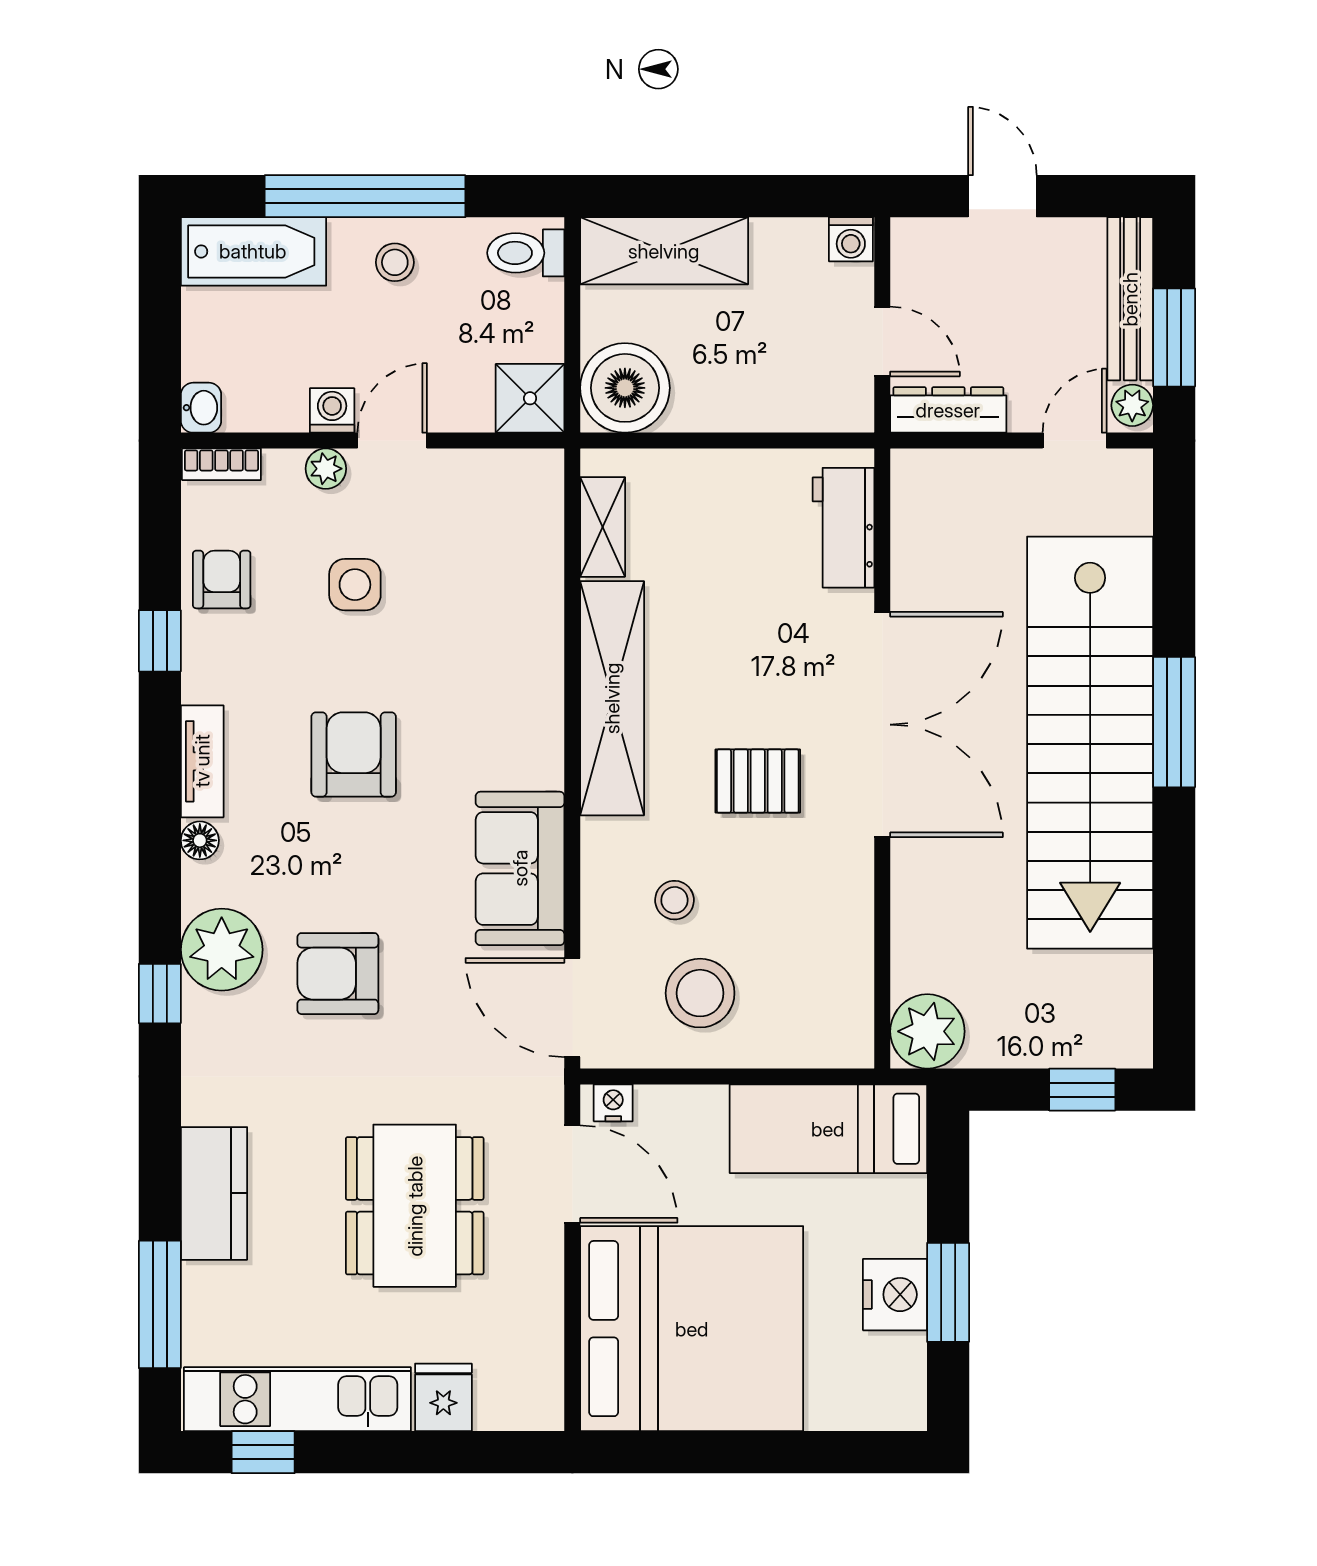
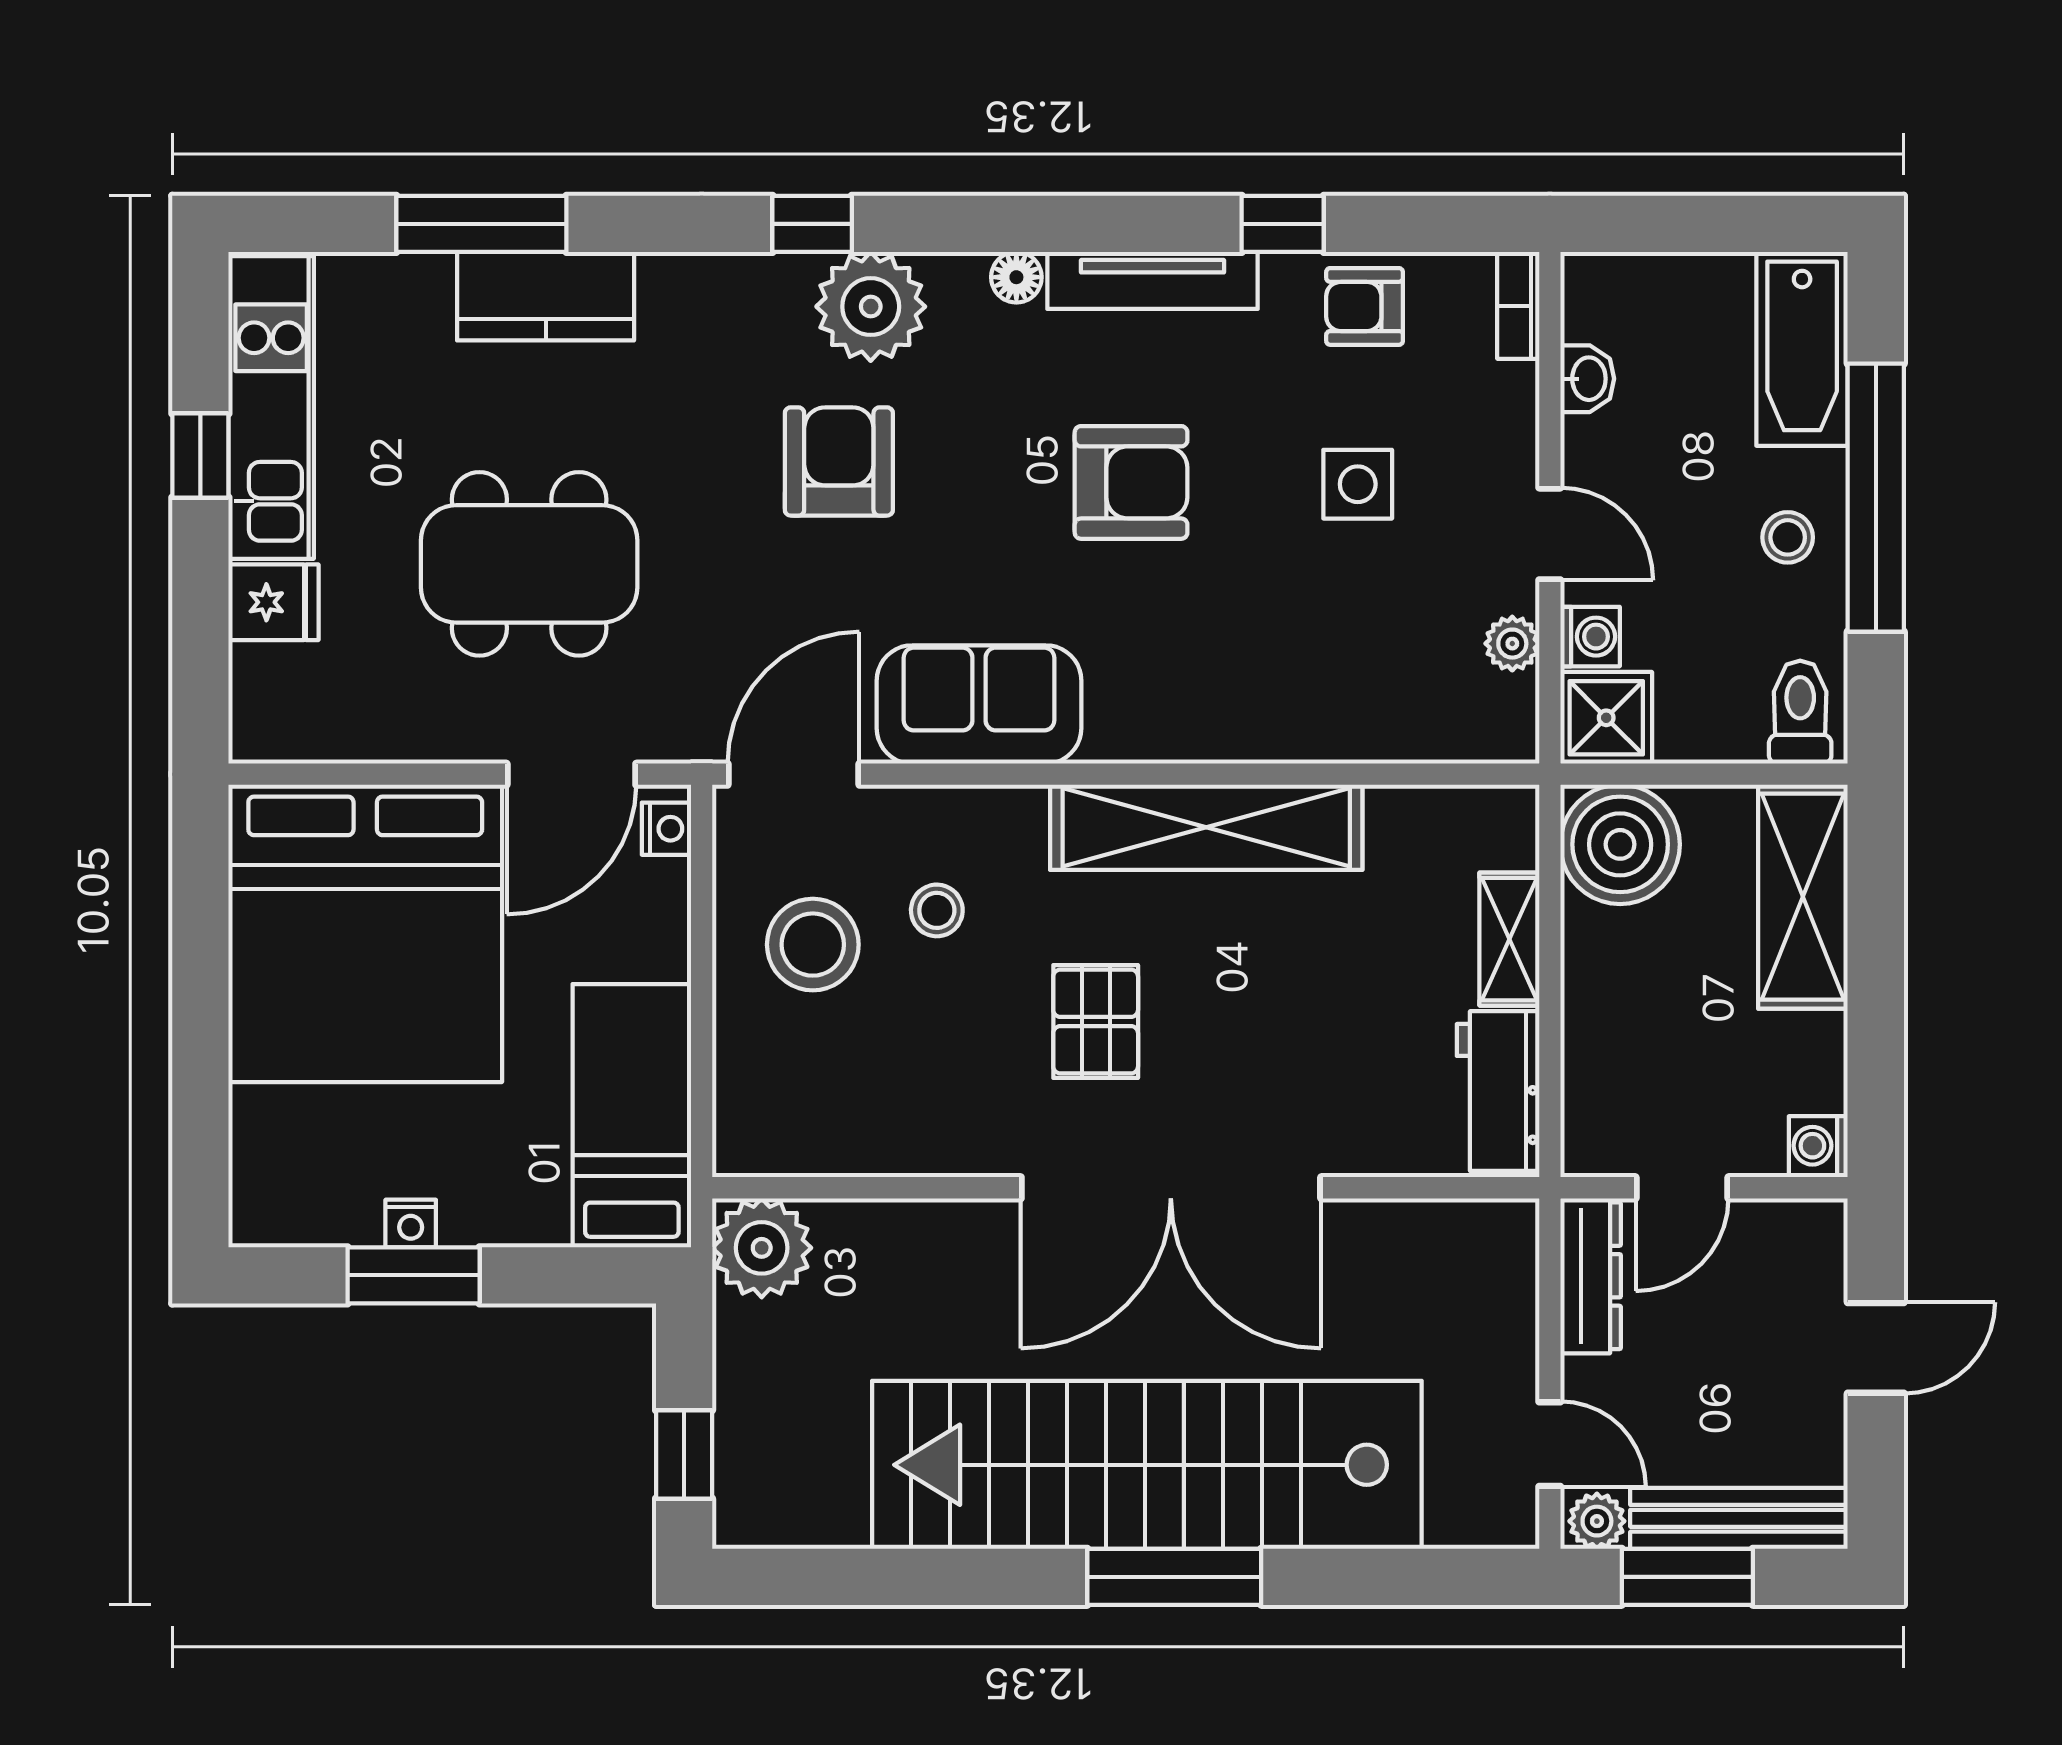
washbasin: (201, 408) -> (1587, 379), moved, turned -90
washing machine: (332, 410) -> (1590, 637), moved
plant: (326, 469) -> (1512, 644), moved
shelving: (603, 527) -> (1509, 939), moved, turned 90
workbench: (844, 528) -> (1498, 1091), moved, turned -90
armchair: (222, 579) -> (1365, 306), turned 180
tv unit: (202, 761) -> (1153, 280), width x1.41
nightstand: (895, 1295) -> (411, 1223), width x0.53, depth x0.56
window: (160, 1304) -> (481, 224), moved
window: (263, 1452) -> (200, 456), moved

